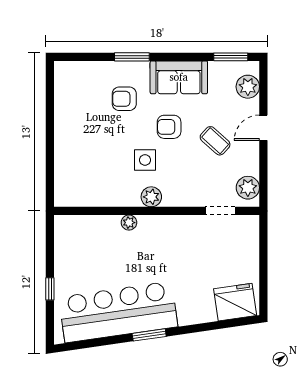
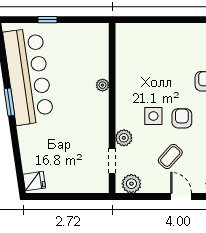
side table: (145, 160) -> (153, 116), moved
plant: (151, 197) -> (124, 138), moved
fridge: (235, 302) -> (34, 181), width x0.53, depth x0.75

